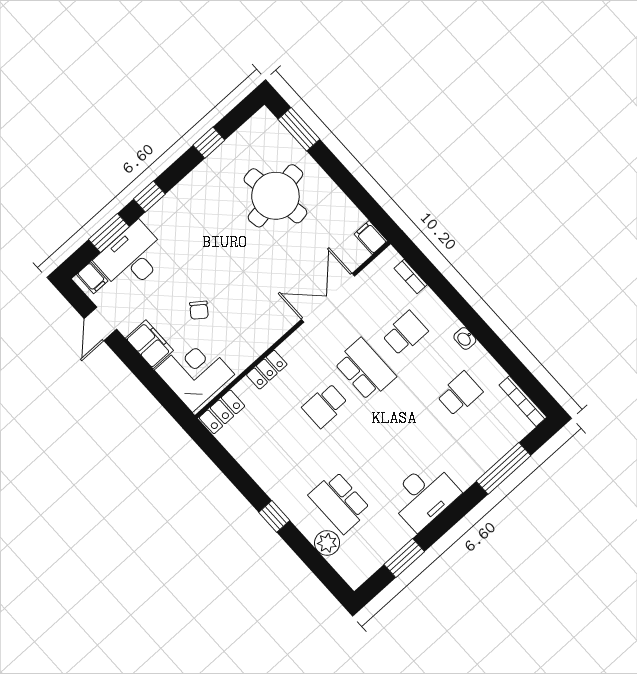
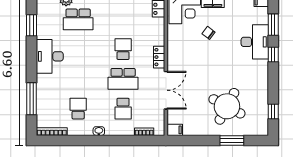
window: (299, 129) -> (232, 140), moved
window: (209, 143) -> (273, 112), moved
round table: (275, 196) -> (227, 106), turned 37
desk: (132, 258) -> (255, 42), moved
locker: (267, 370) -> (159, 57), moved
school desk: (460, 394) -> (78, 109), turned 180
school desk: (340, 502) -> (78, 19), turned 180

